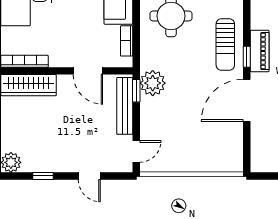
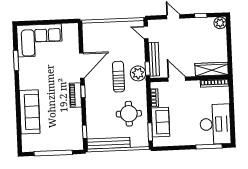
sun lounger: (225, 44) -> (118, 77), moved
door: (136, 151) -> (146, 33), hinge flipped

